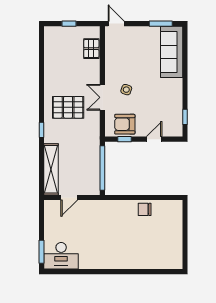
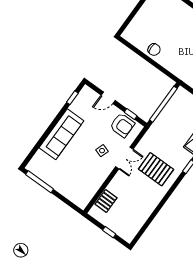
door: (116, 24) -> (73, 206), removed
window: (161, 24) -> (40, 182), width x1.44
sofa: (172, 52) -> (61, 134), moved

